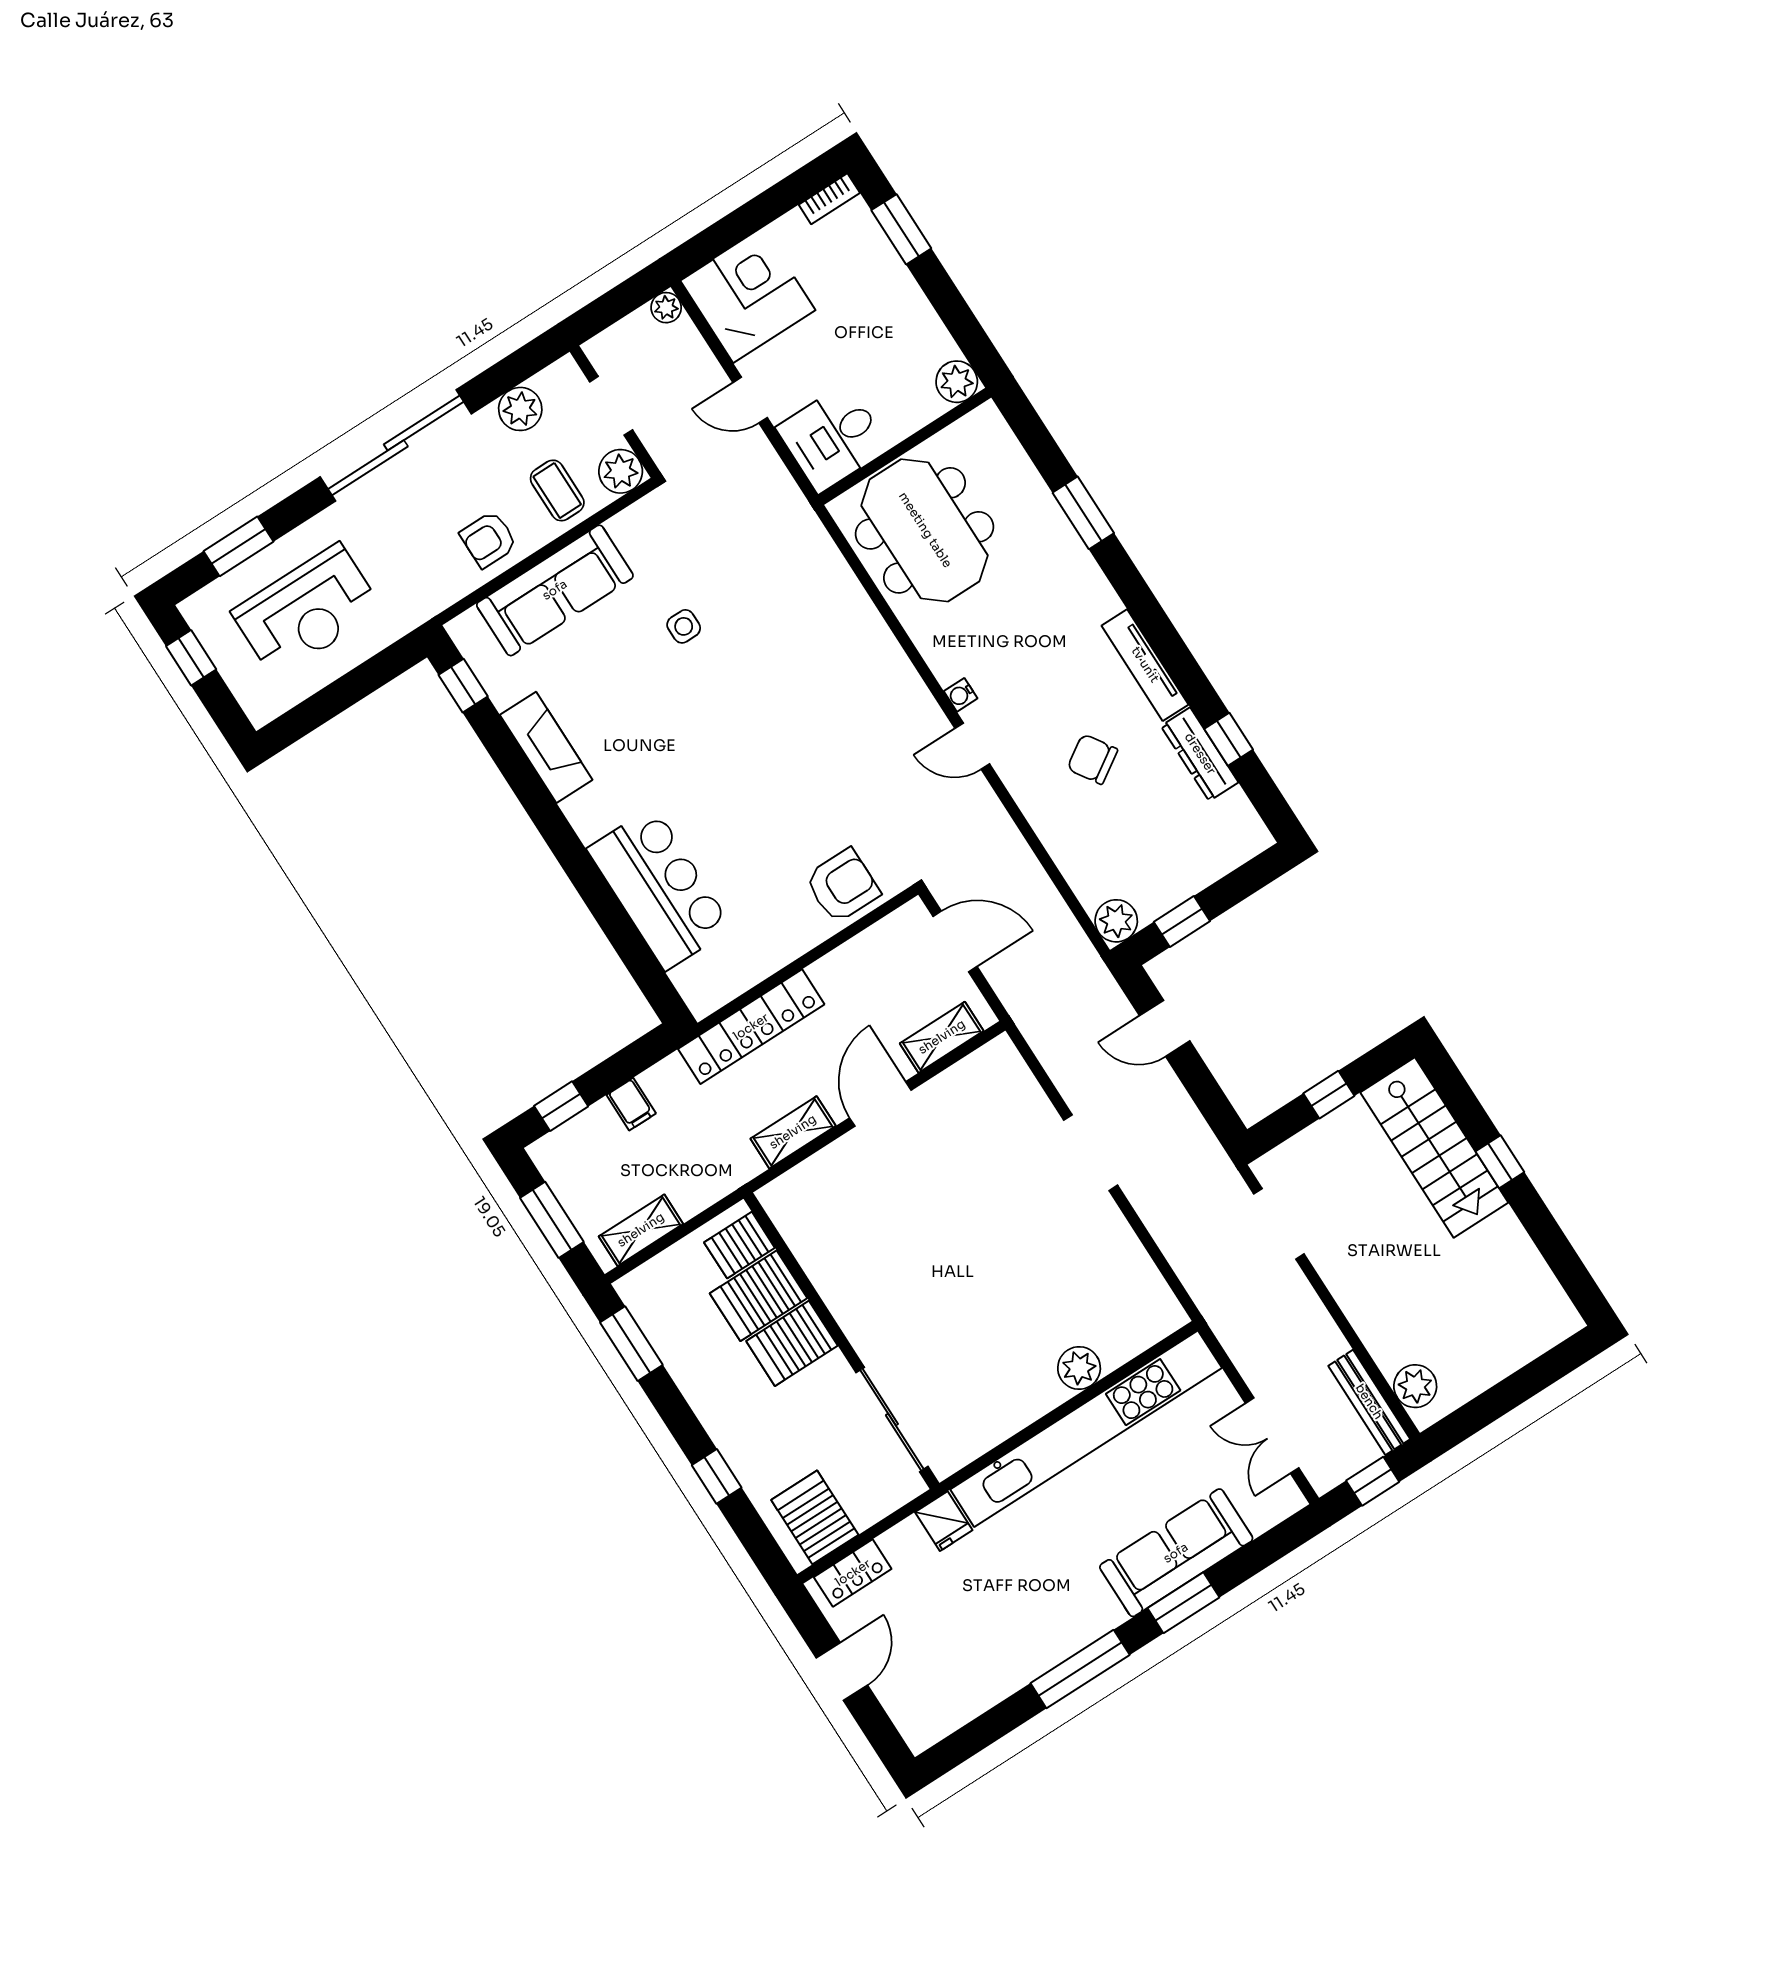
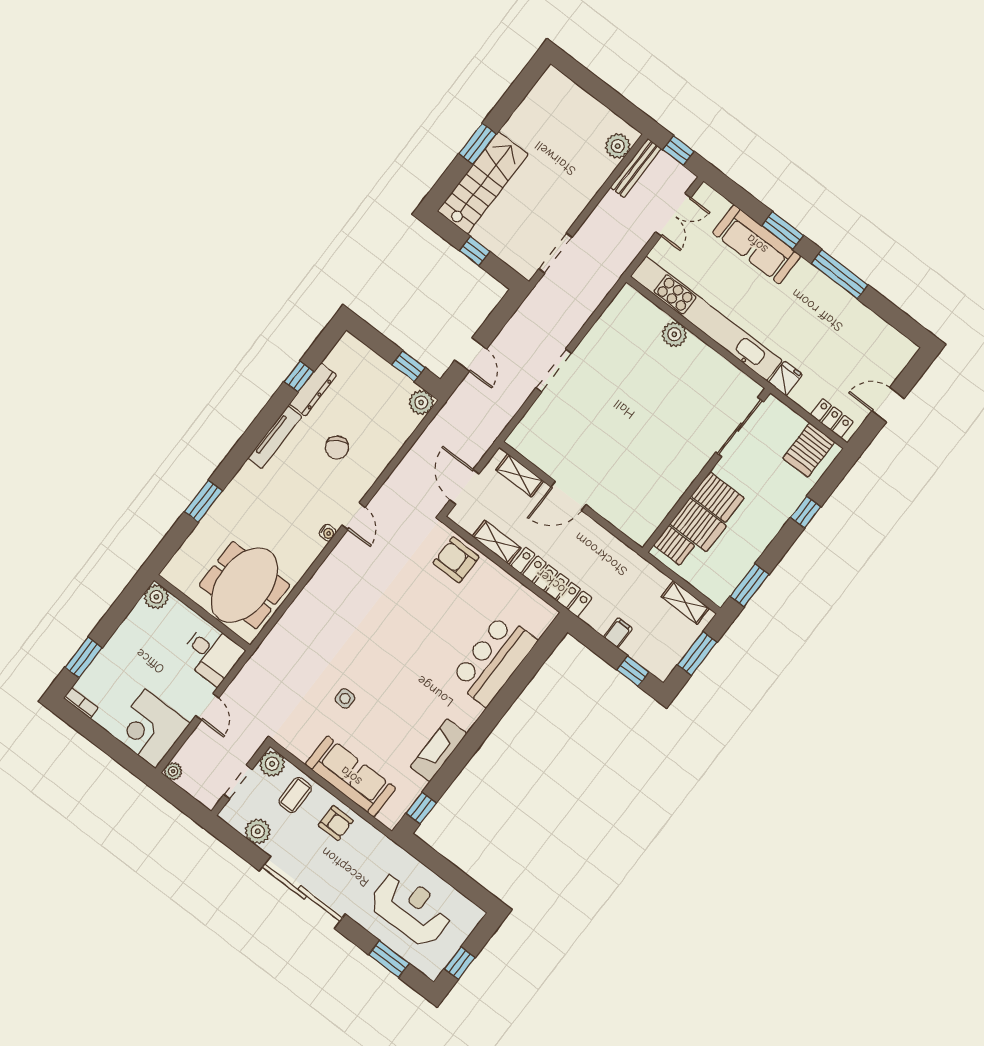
shelving: (793, 1132) -> (497, 542), moved
window: (1500, 1162) -> (478, 144), width x1.50

